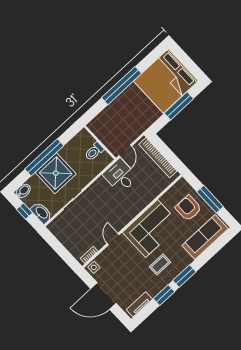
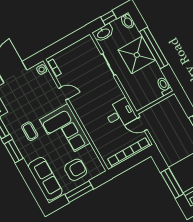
toilet: (94, 152) -> (164, 86), moved

